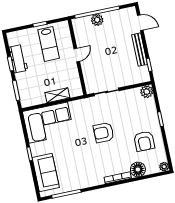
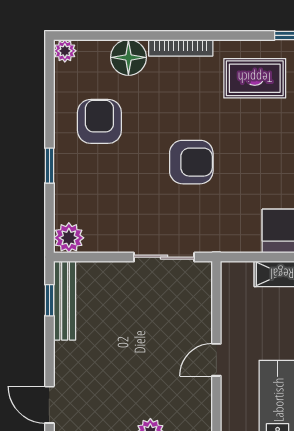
bench: (140, 50) -> (65, 301), moved
rug: (85, 172) -> (255, 78), added

